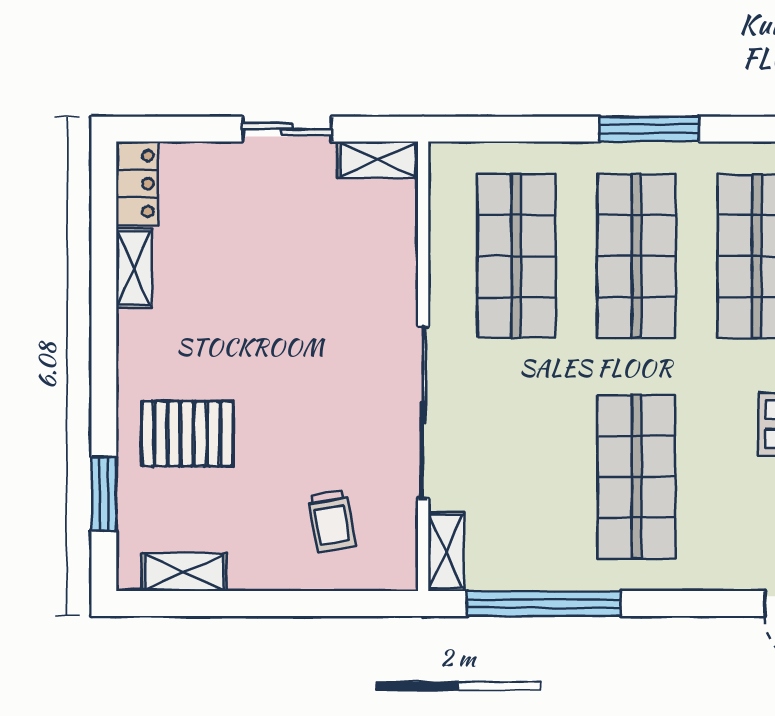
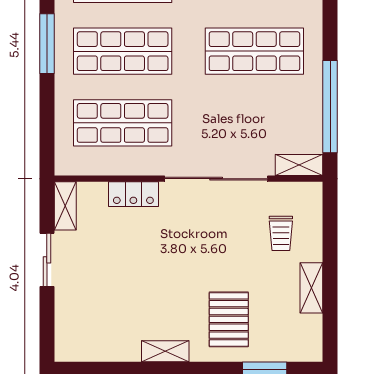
locker: (137, 184) -> (133, 194), moved, turned 180
shelving: (134, 268) -> (165, 351), moved
trolley: (331, 521) -> (281, 233), turned 100
shelving: (184, 572) -> (311, 288), moved

